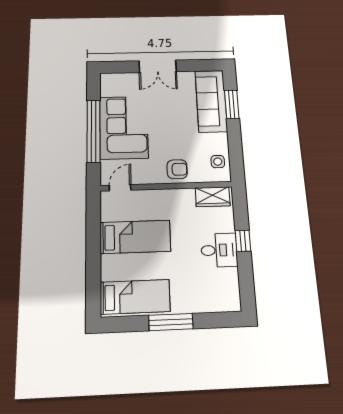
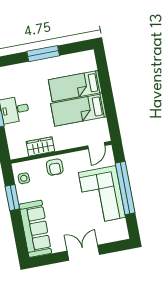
window: (232, 104) -> (12, 198), moved
armchair: (177, 169) -> (55, 167), turned -90
wardrobe: (213, 197) -> (40, 146), moved
bed: (135, 297) -> (75, 86), moved

